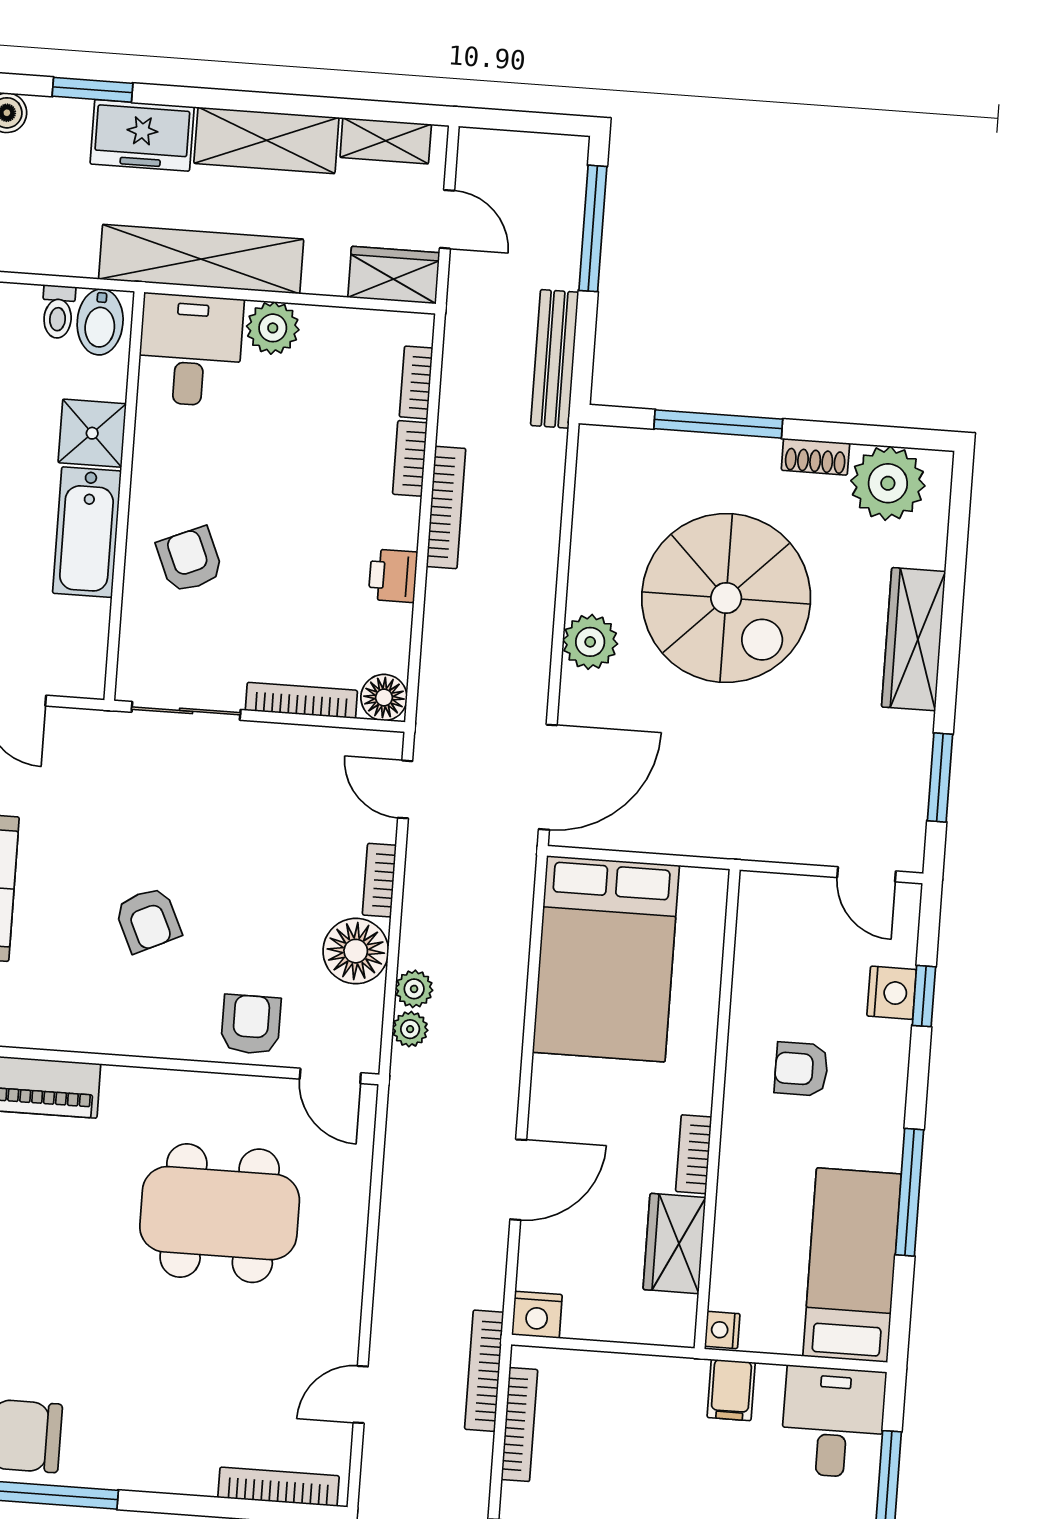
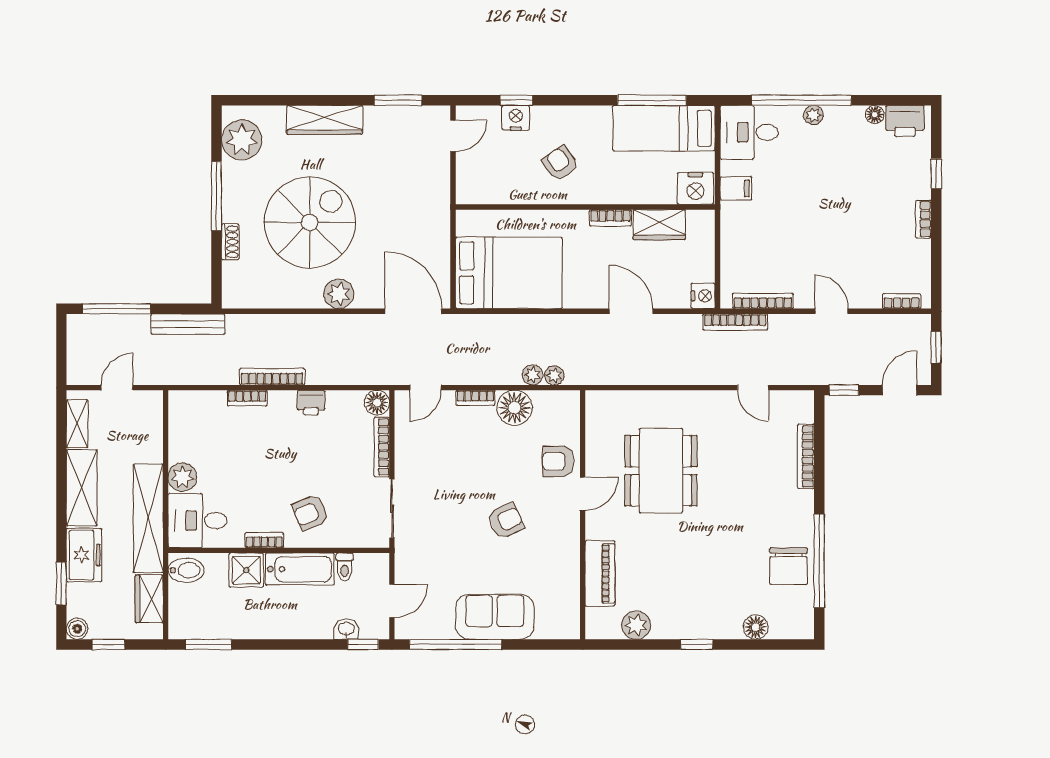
wardrobe: (394, 275) -> (149, 599), moved
toilet: (58, 312) -> (345, 567), moved, turned 90
bookcase: (416, 382) -> (264, 540), moved, turned 180
window: (718, 424) -> (216, 196), moved
shoe rack: (815, 457) -> (230, 242), moved
armchair: (801, 1069) -> (560, 163), turned 145
door: (330, 1076) -> (583, 494), moved
window: (910, 1192) -> (652, 100), moved
nightstand: (722, 1330) -> (695, 188), width x1.89, depth x1.79
bookcase: (278, 1487) -> (806, 456), moved

